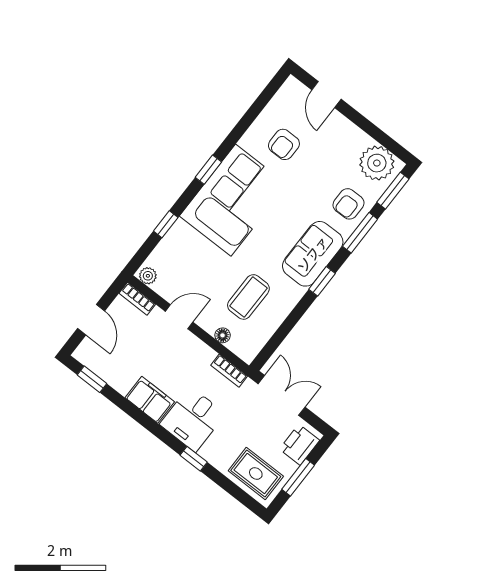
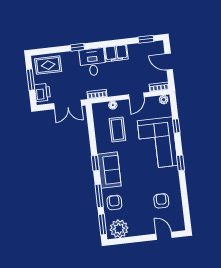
corner sofa: (233, 200) -> (158, 143), moved

